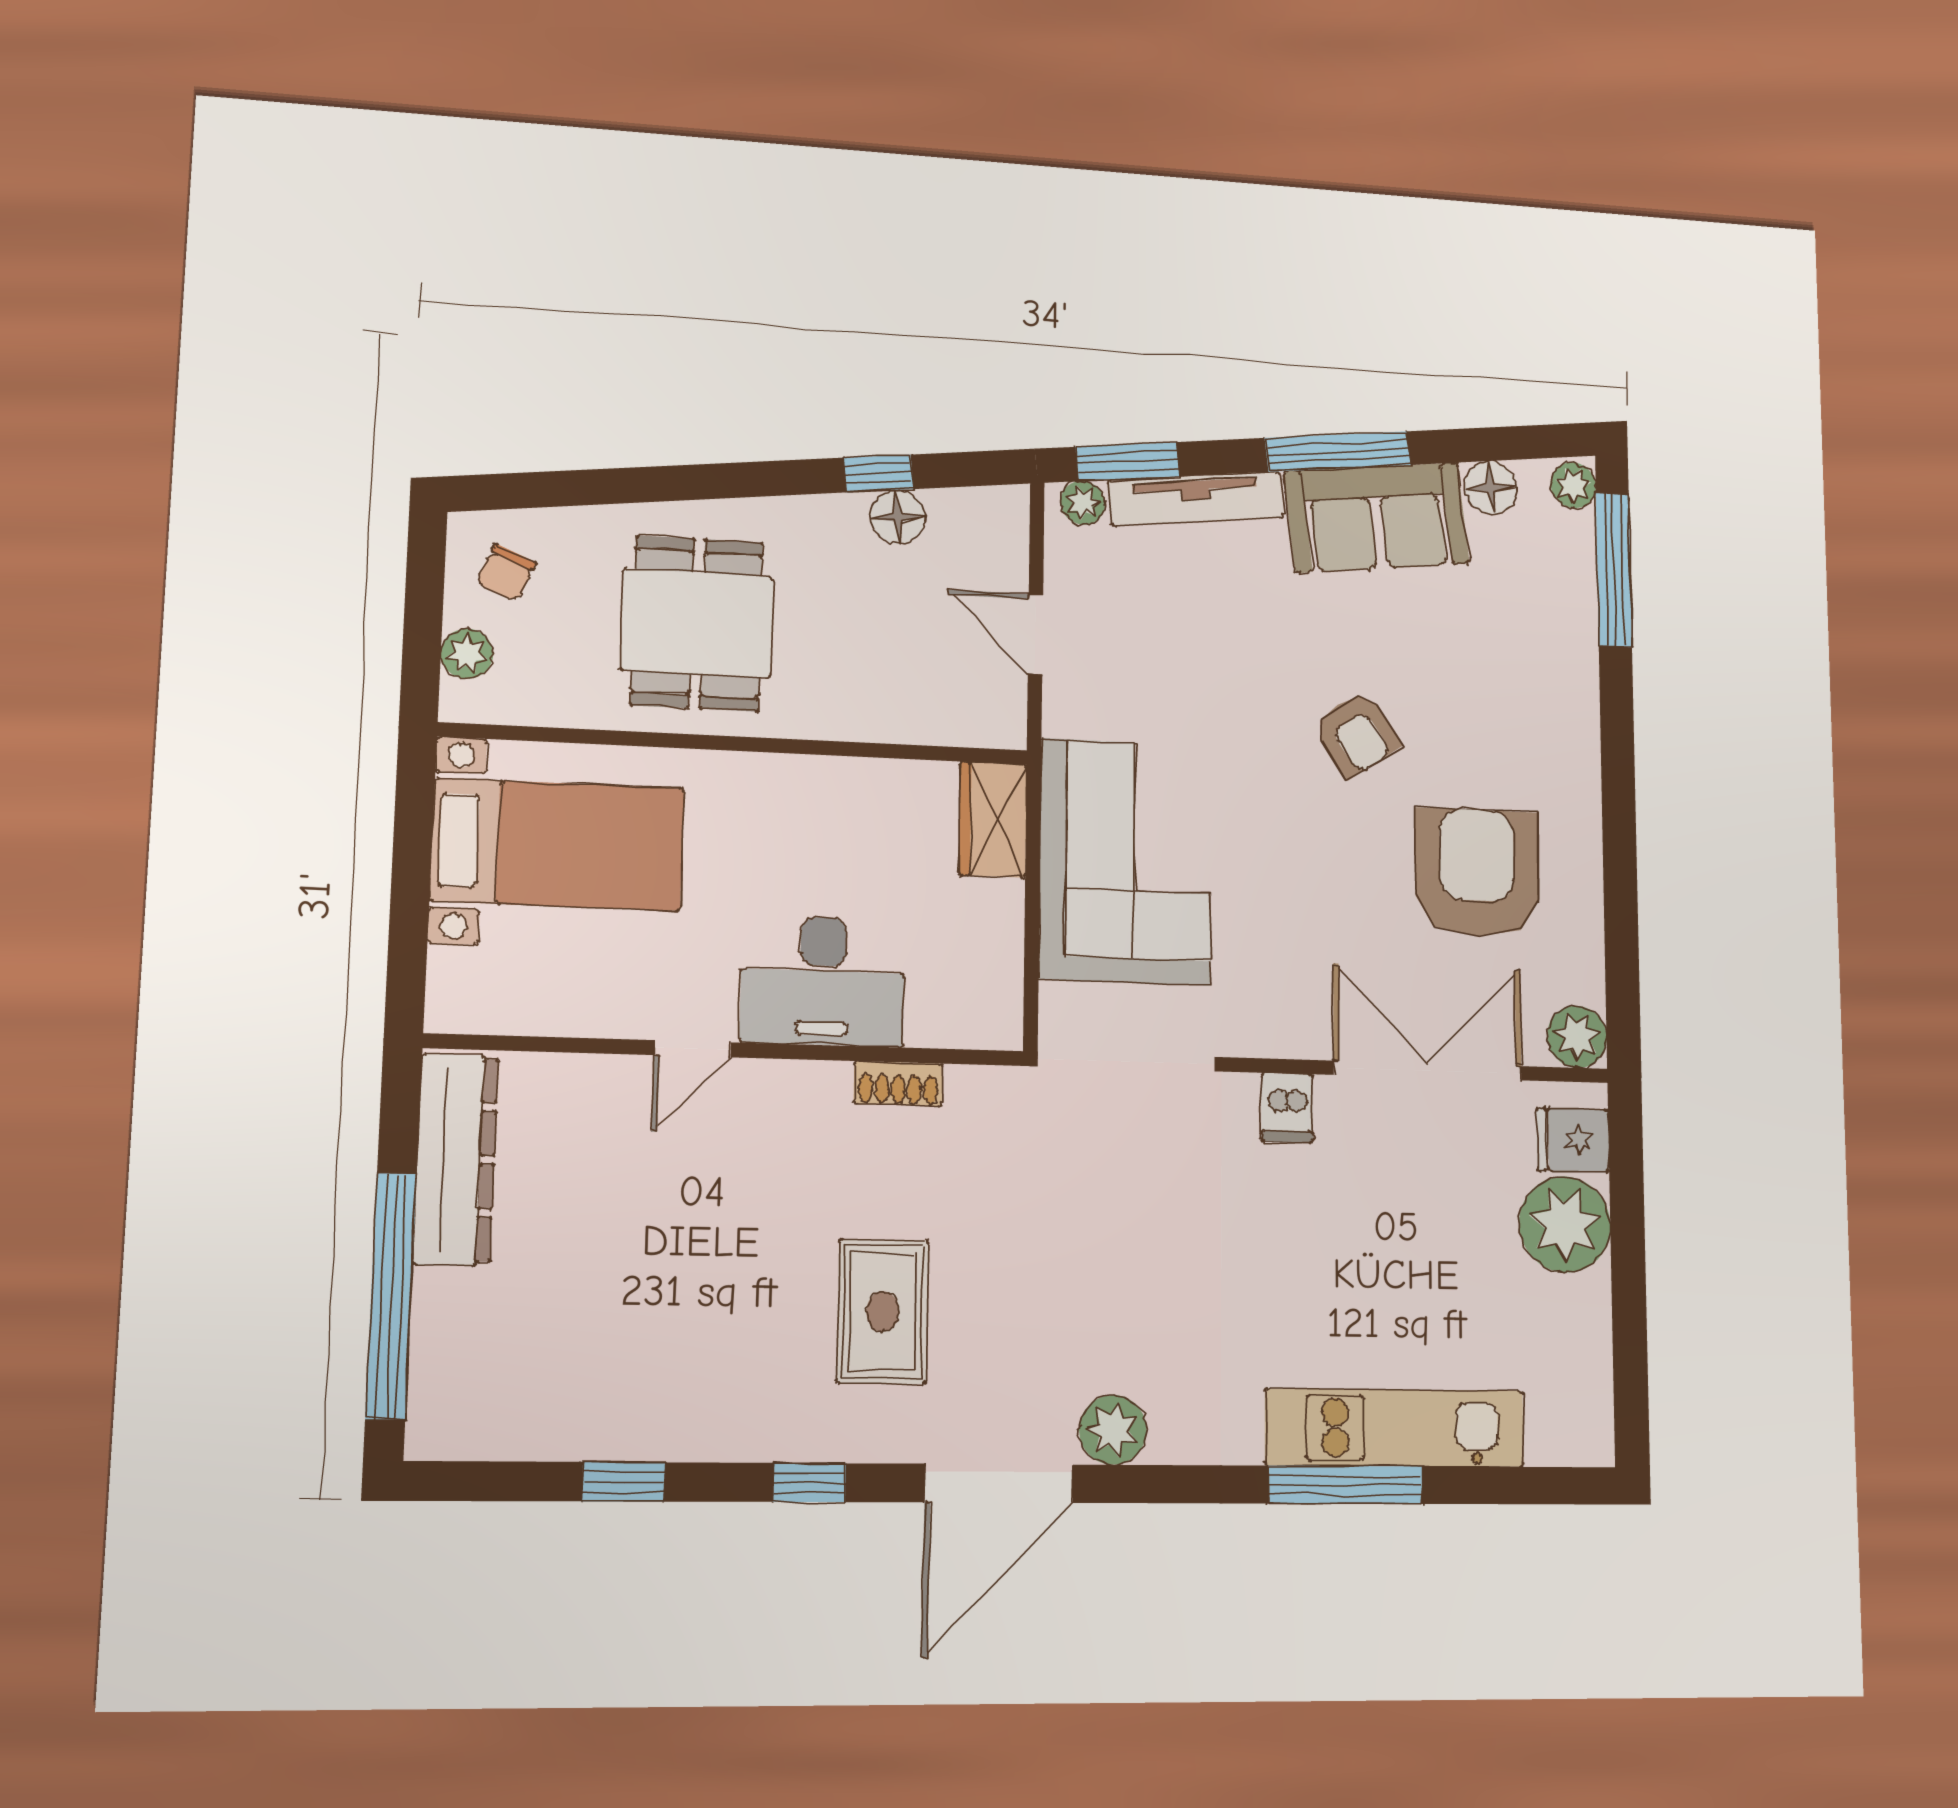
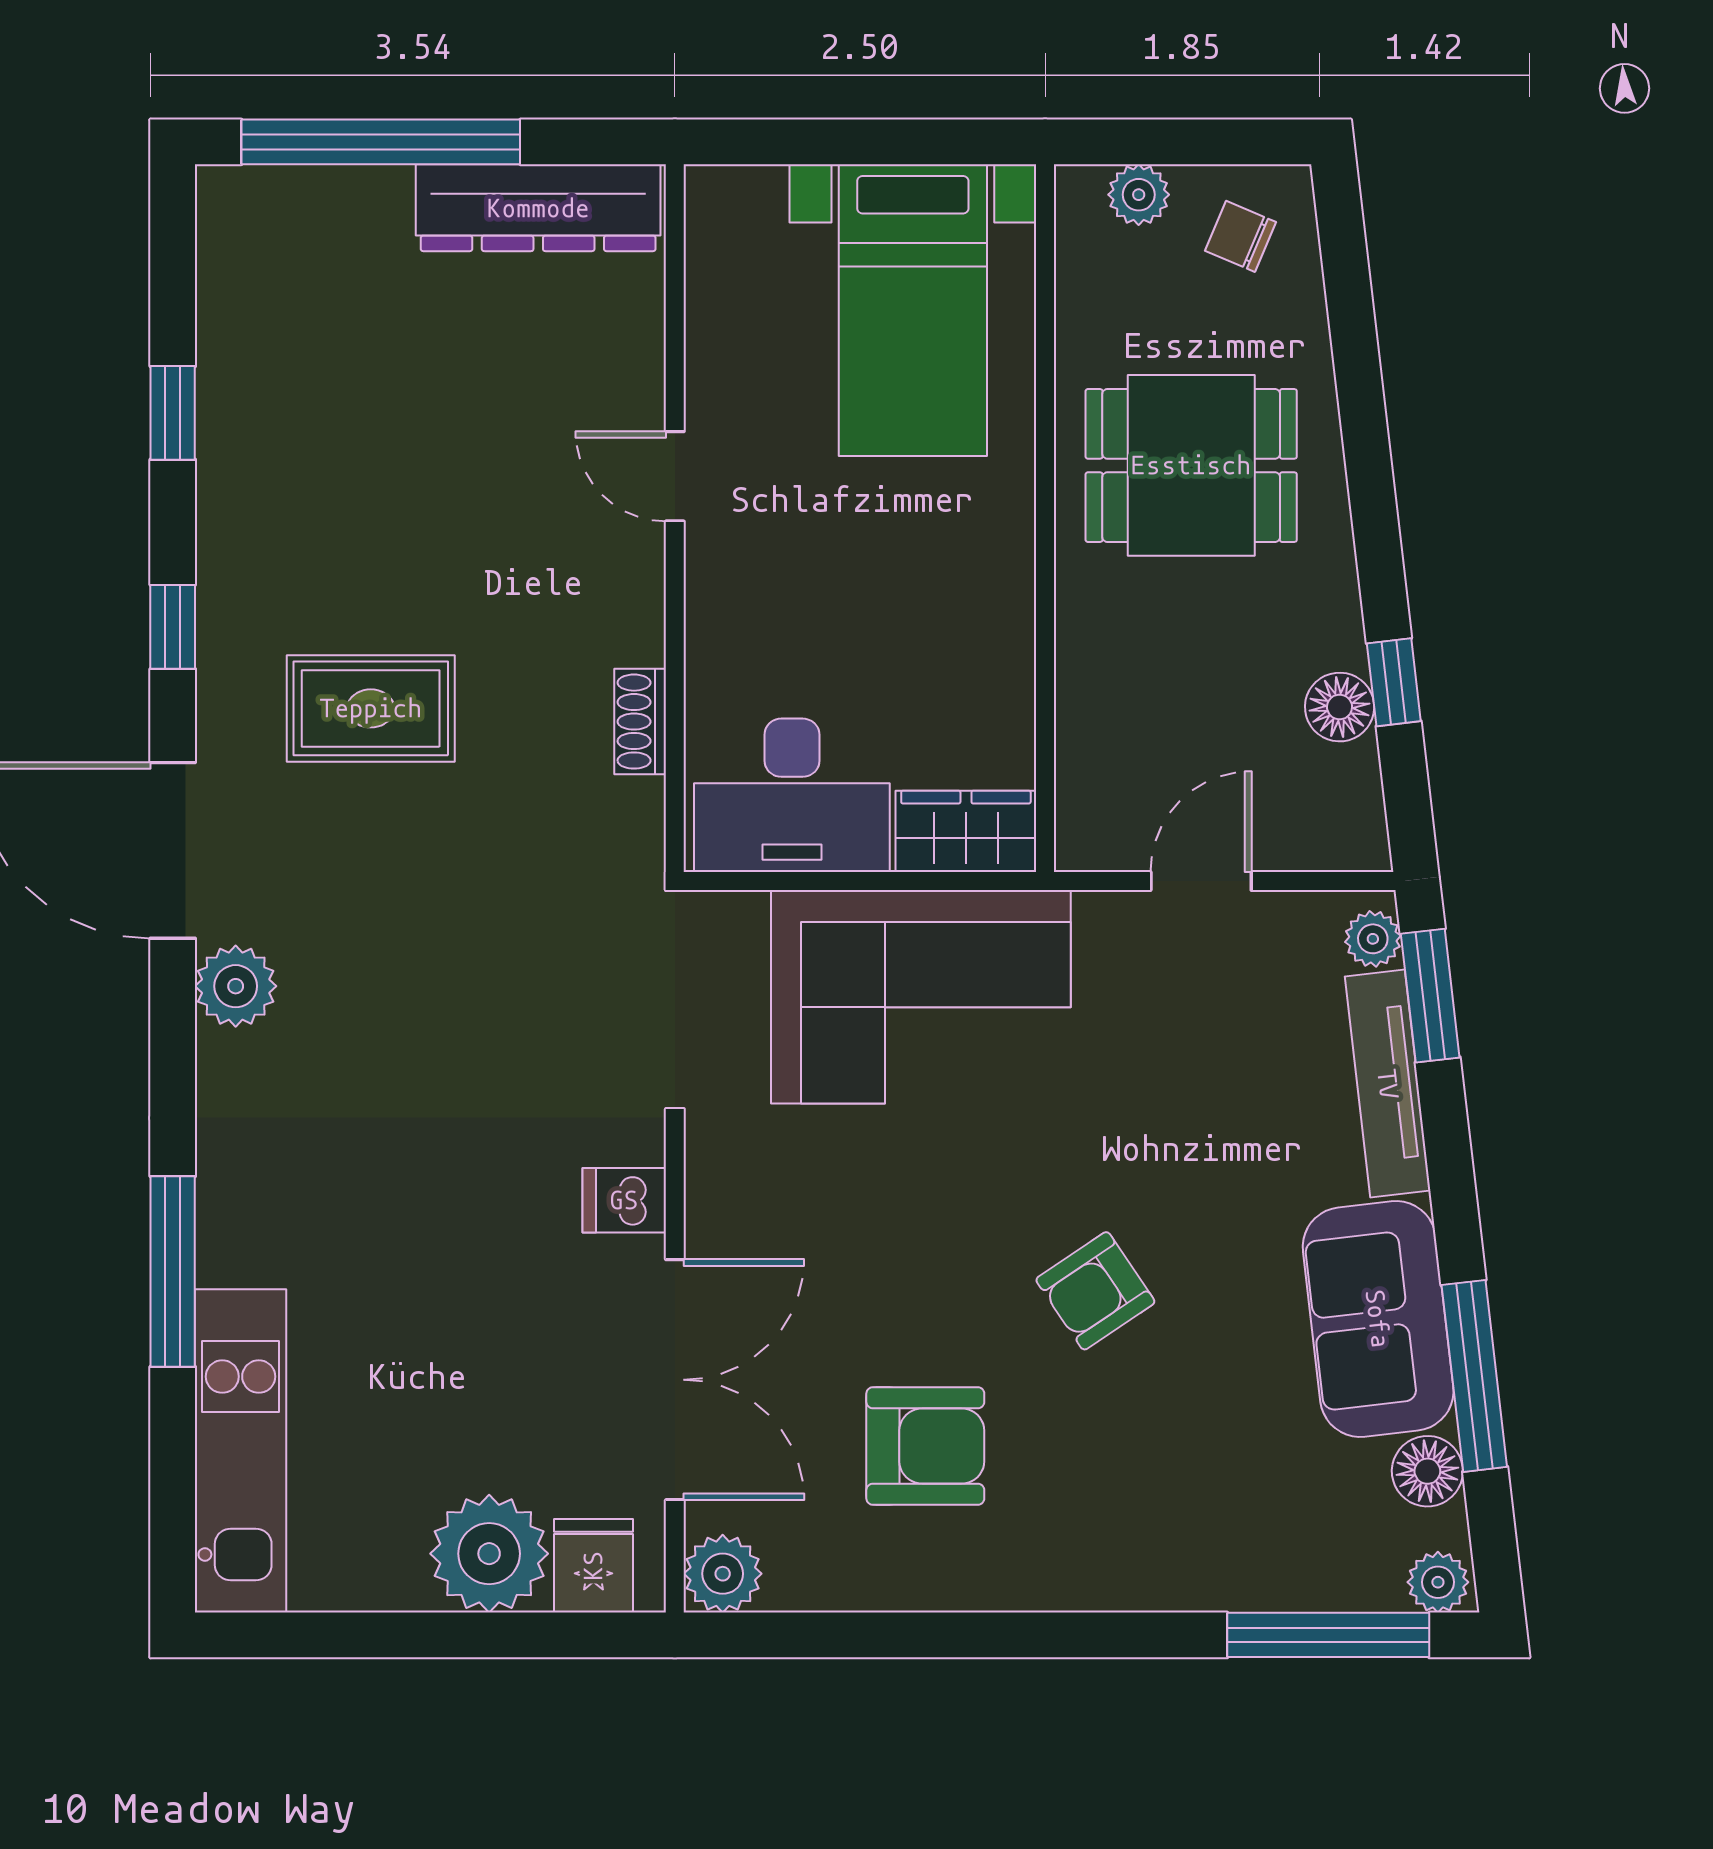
window: (1338, 451) -> (1474, 1376), moved
armchair: (1477, 873) -> (925, 1446), width x0.73, depth x0.73
desk: (823, 981) -> (792, 795), moved, turned -90
kitchen unit: (1395, 1428) -> (240, 1451), moved

